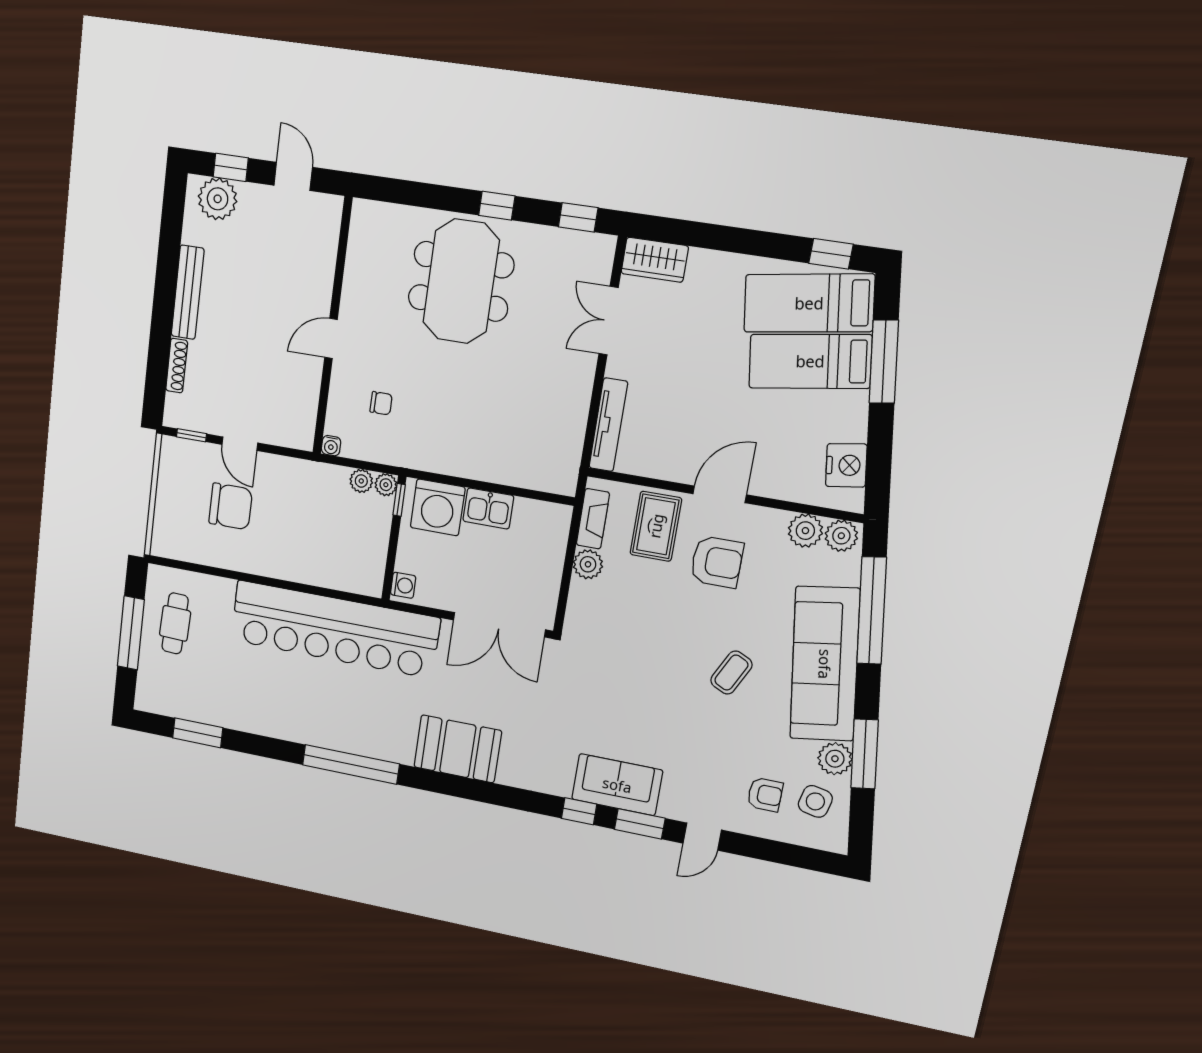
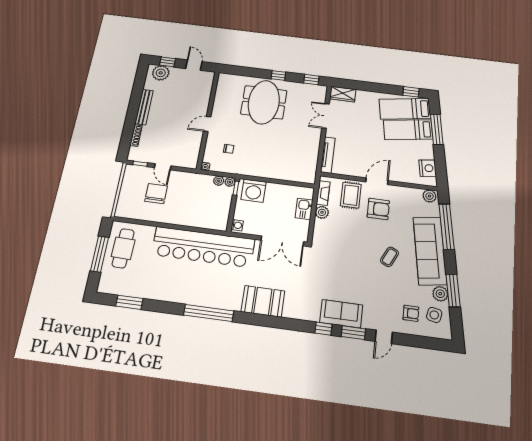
chair: (231, 506) -> (156, 194), turned -90
kitchen sink: (488, 508) -> (304, 209), moved, turned 90
plant: (805, 531) -> (414, 195), removed
cafe table: (175, 623) -> (123, 248), width x1.37, depth x1.35

